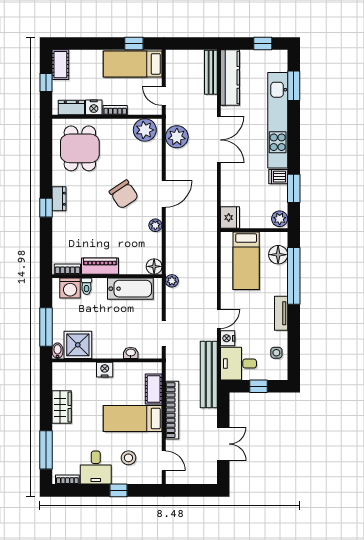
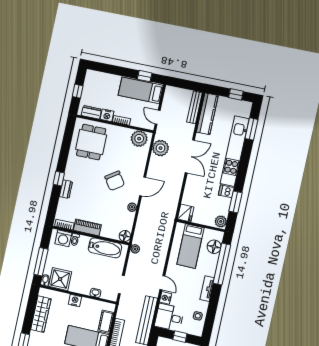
cot: (60, 65) -> (90, 81), removed
dresser: (59, 199) -> (66, 189), moved
door: (219, 319) -> (162, 283), hinge flipped
wardrobe: (62, 407) -> (41, 314), width x1.50

